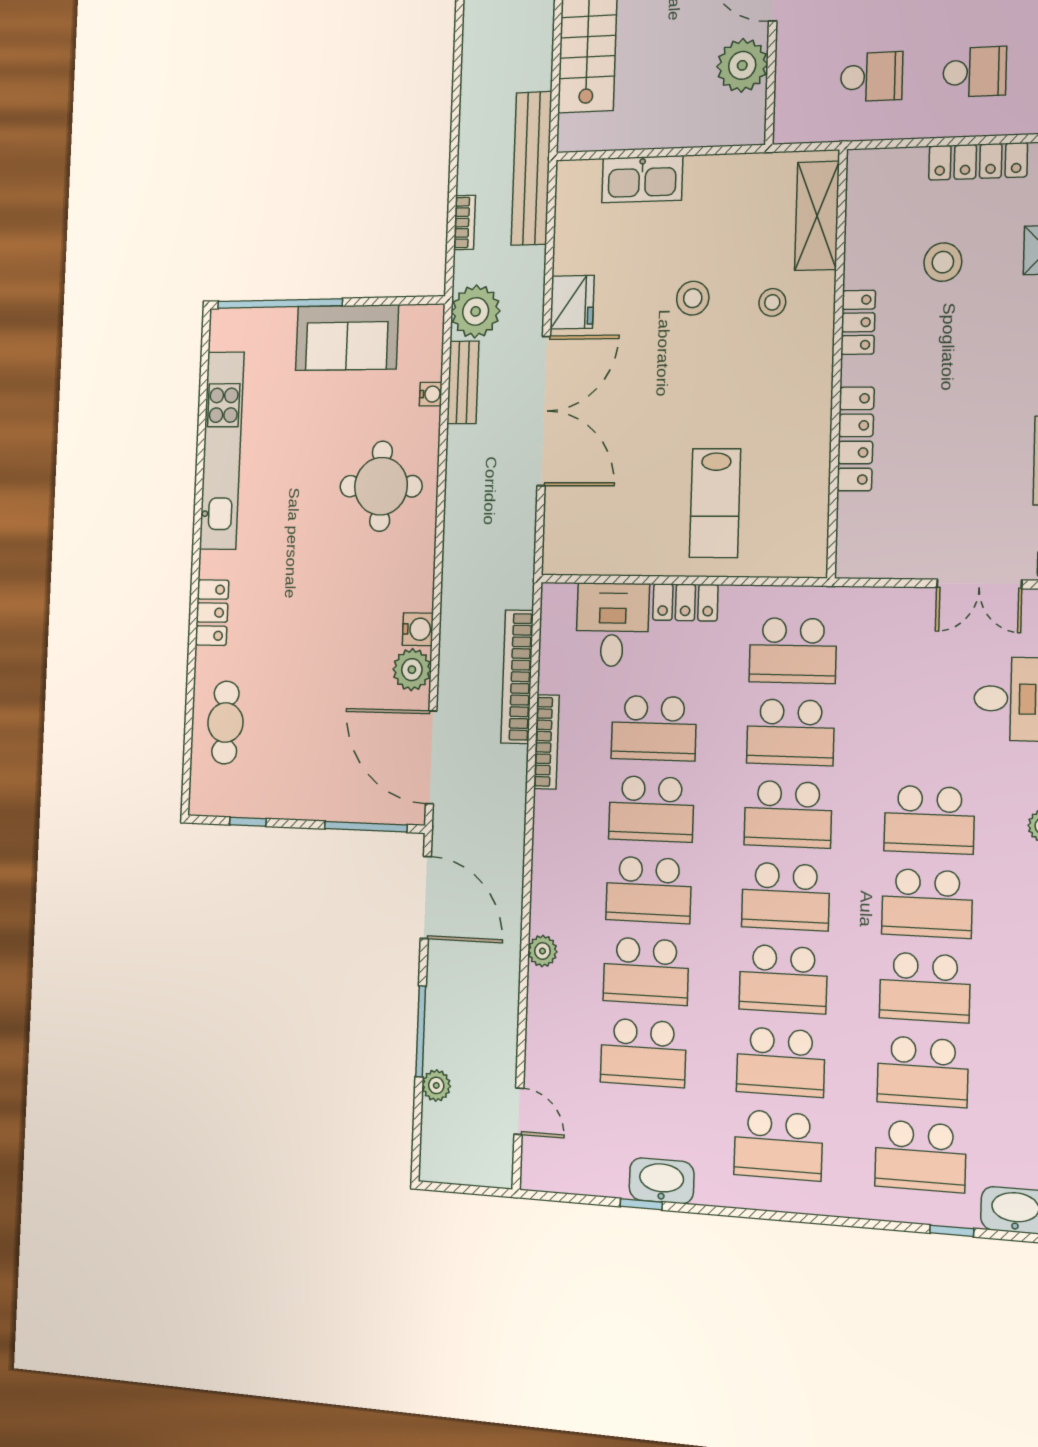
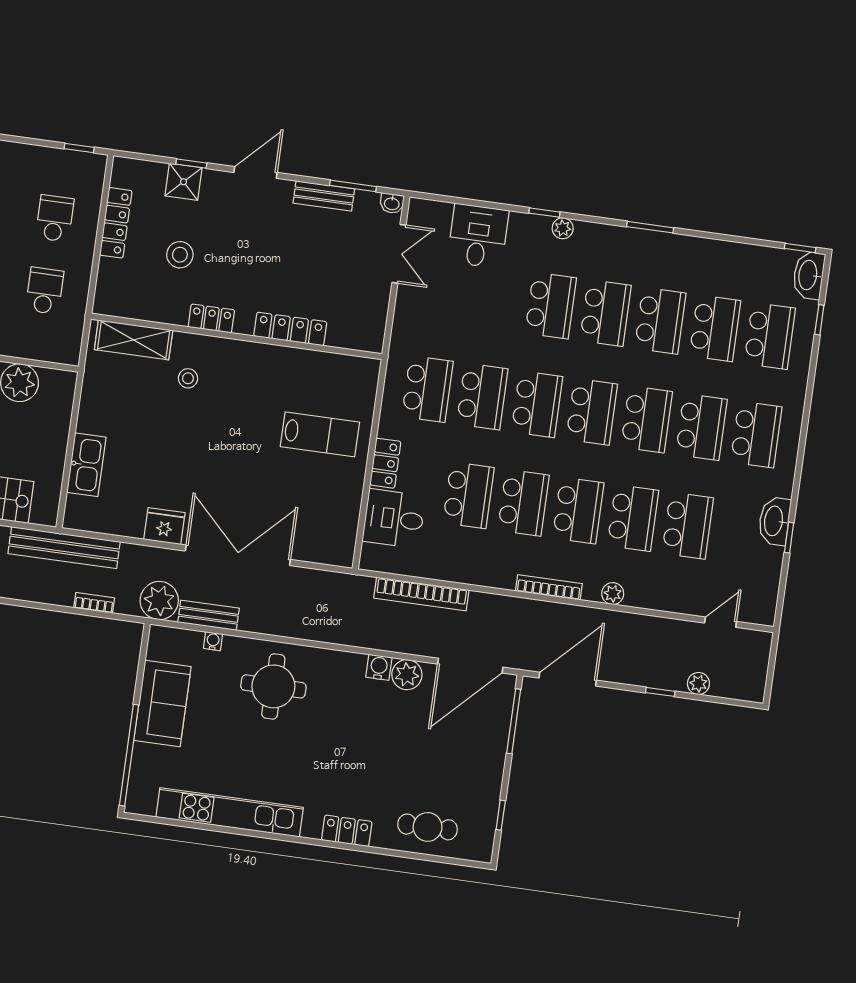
stool: (693, 298) -> (176, 436), removed
bookcase: (546, 742) -> (549, 587), moved
window: (421, 1031) -> (660, 692), width x0.46

